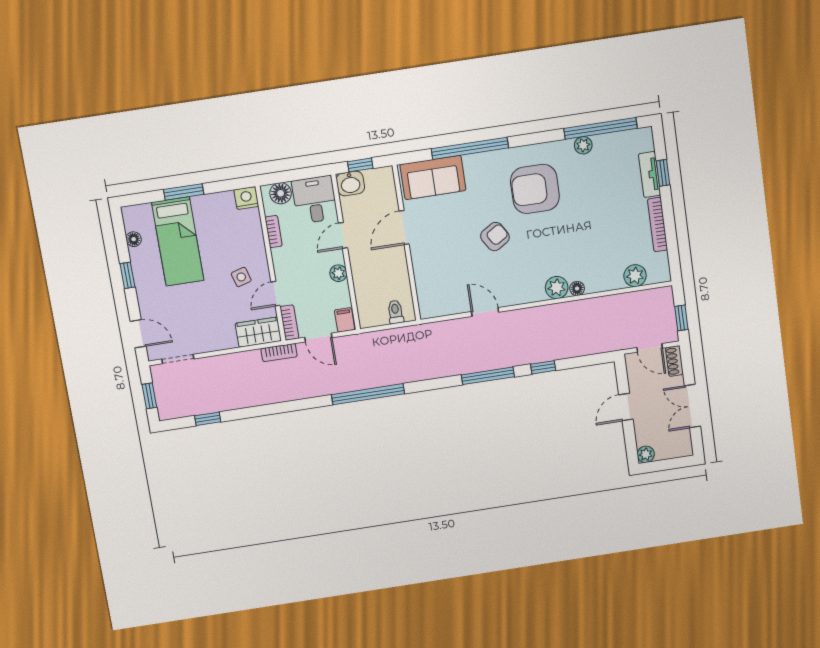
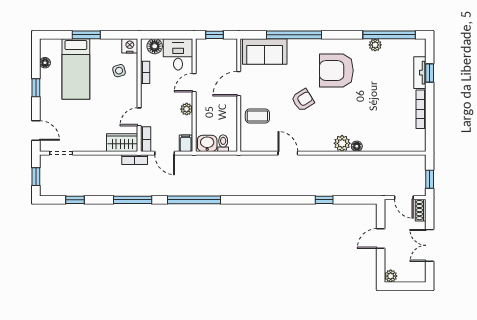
washbasin: (350, 183) -> (207, 143), moved, turned 180
coffee table: (436, 268) -> (257, 116), added
plant: (635, 276) -> (400, 143), removed
side table: (241, 277) -> (119, 71), moved
window: (488, 376) -> (133, 200), moved

